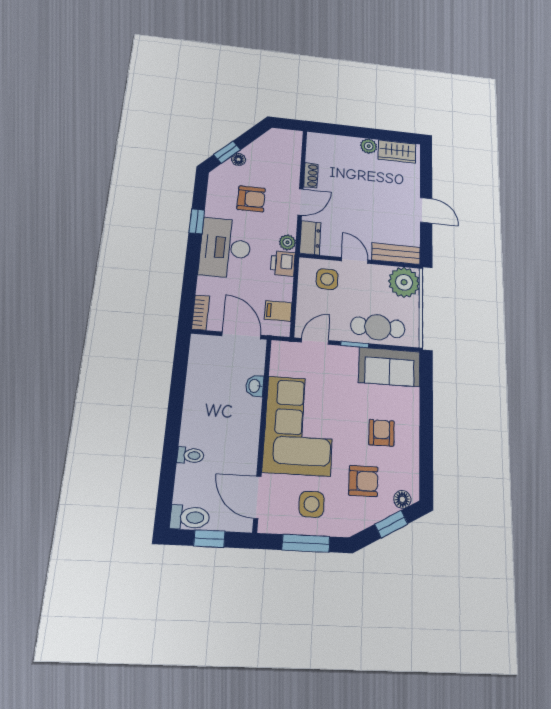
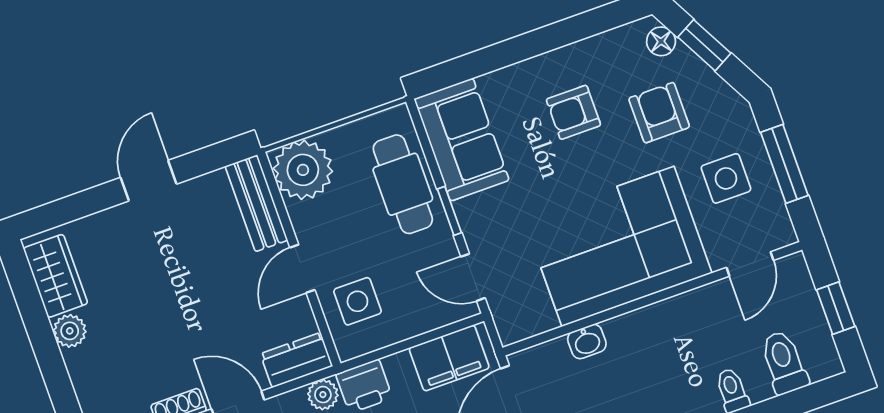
filing cabinet: (278, 311) -> (449, 358), width x2.00
door: (257, 497) -> (750, 264), width x0.73
toilet: (190, 517) -> (784, 362), moved

